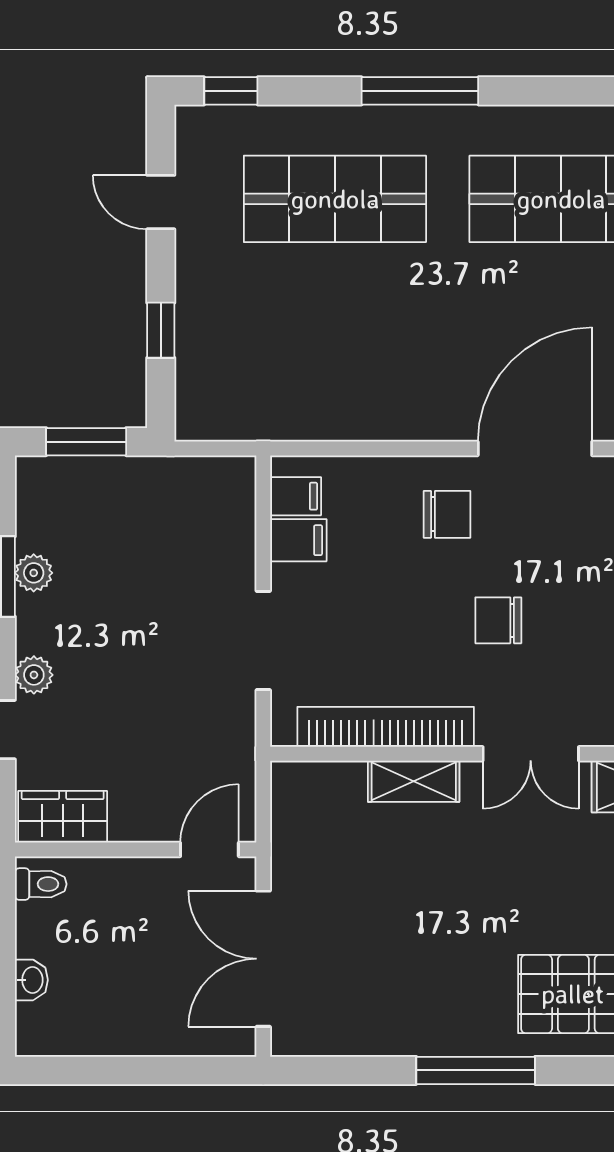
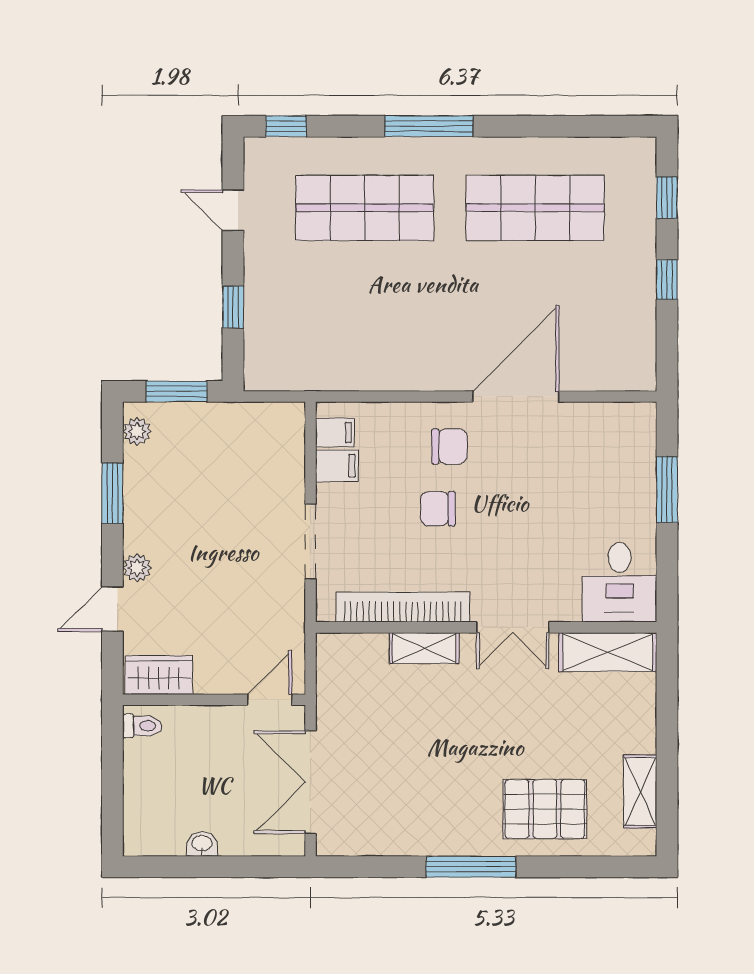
plant: (34, 573) -> (137, 431), moved
chair: (498, 620) -> (438, 509), moved
washbasin: (31, 980) -> (202, 844), moved, turned -90

